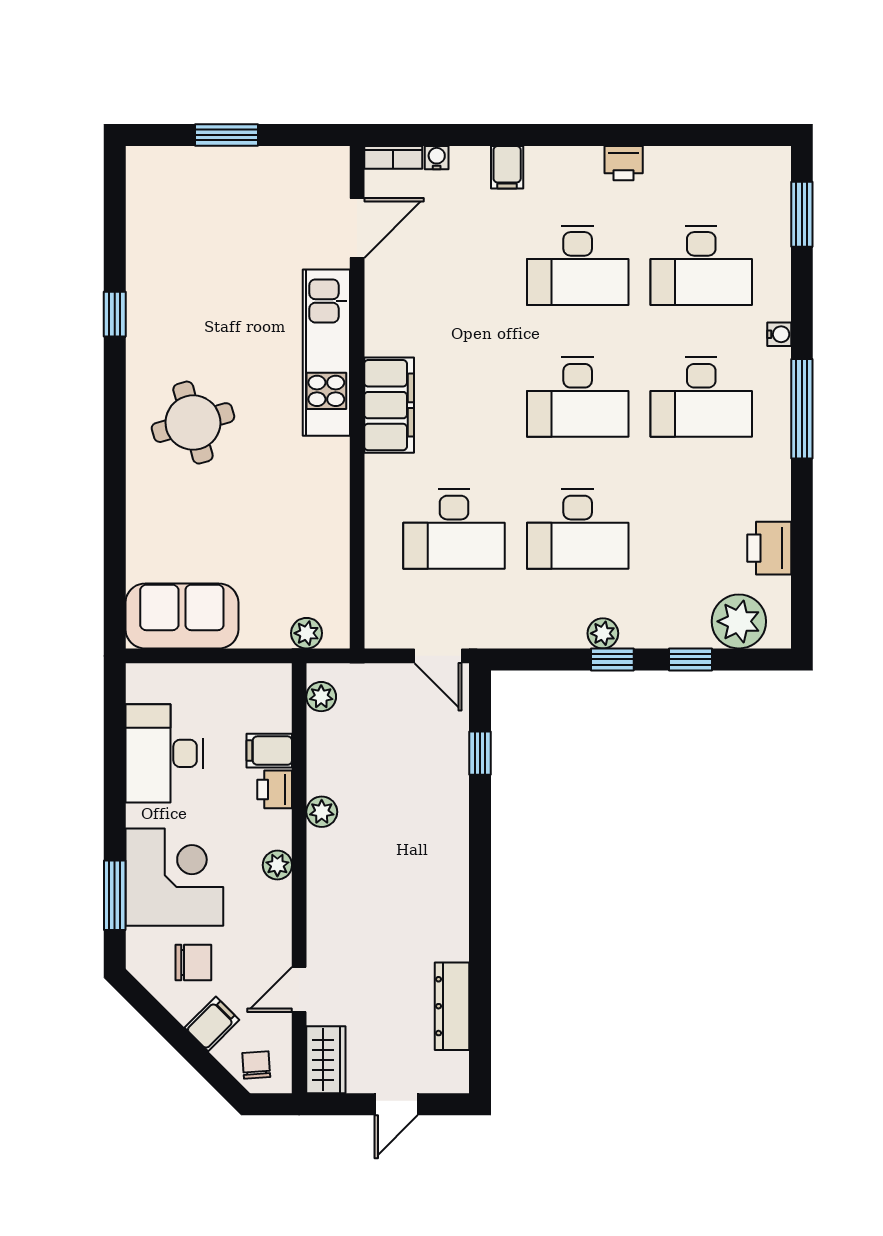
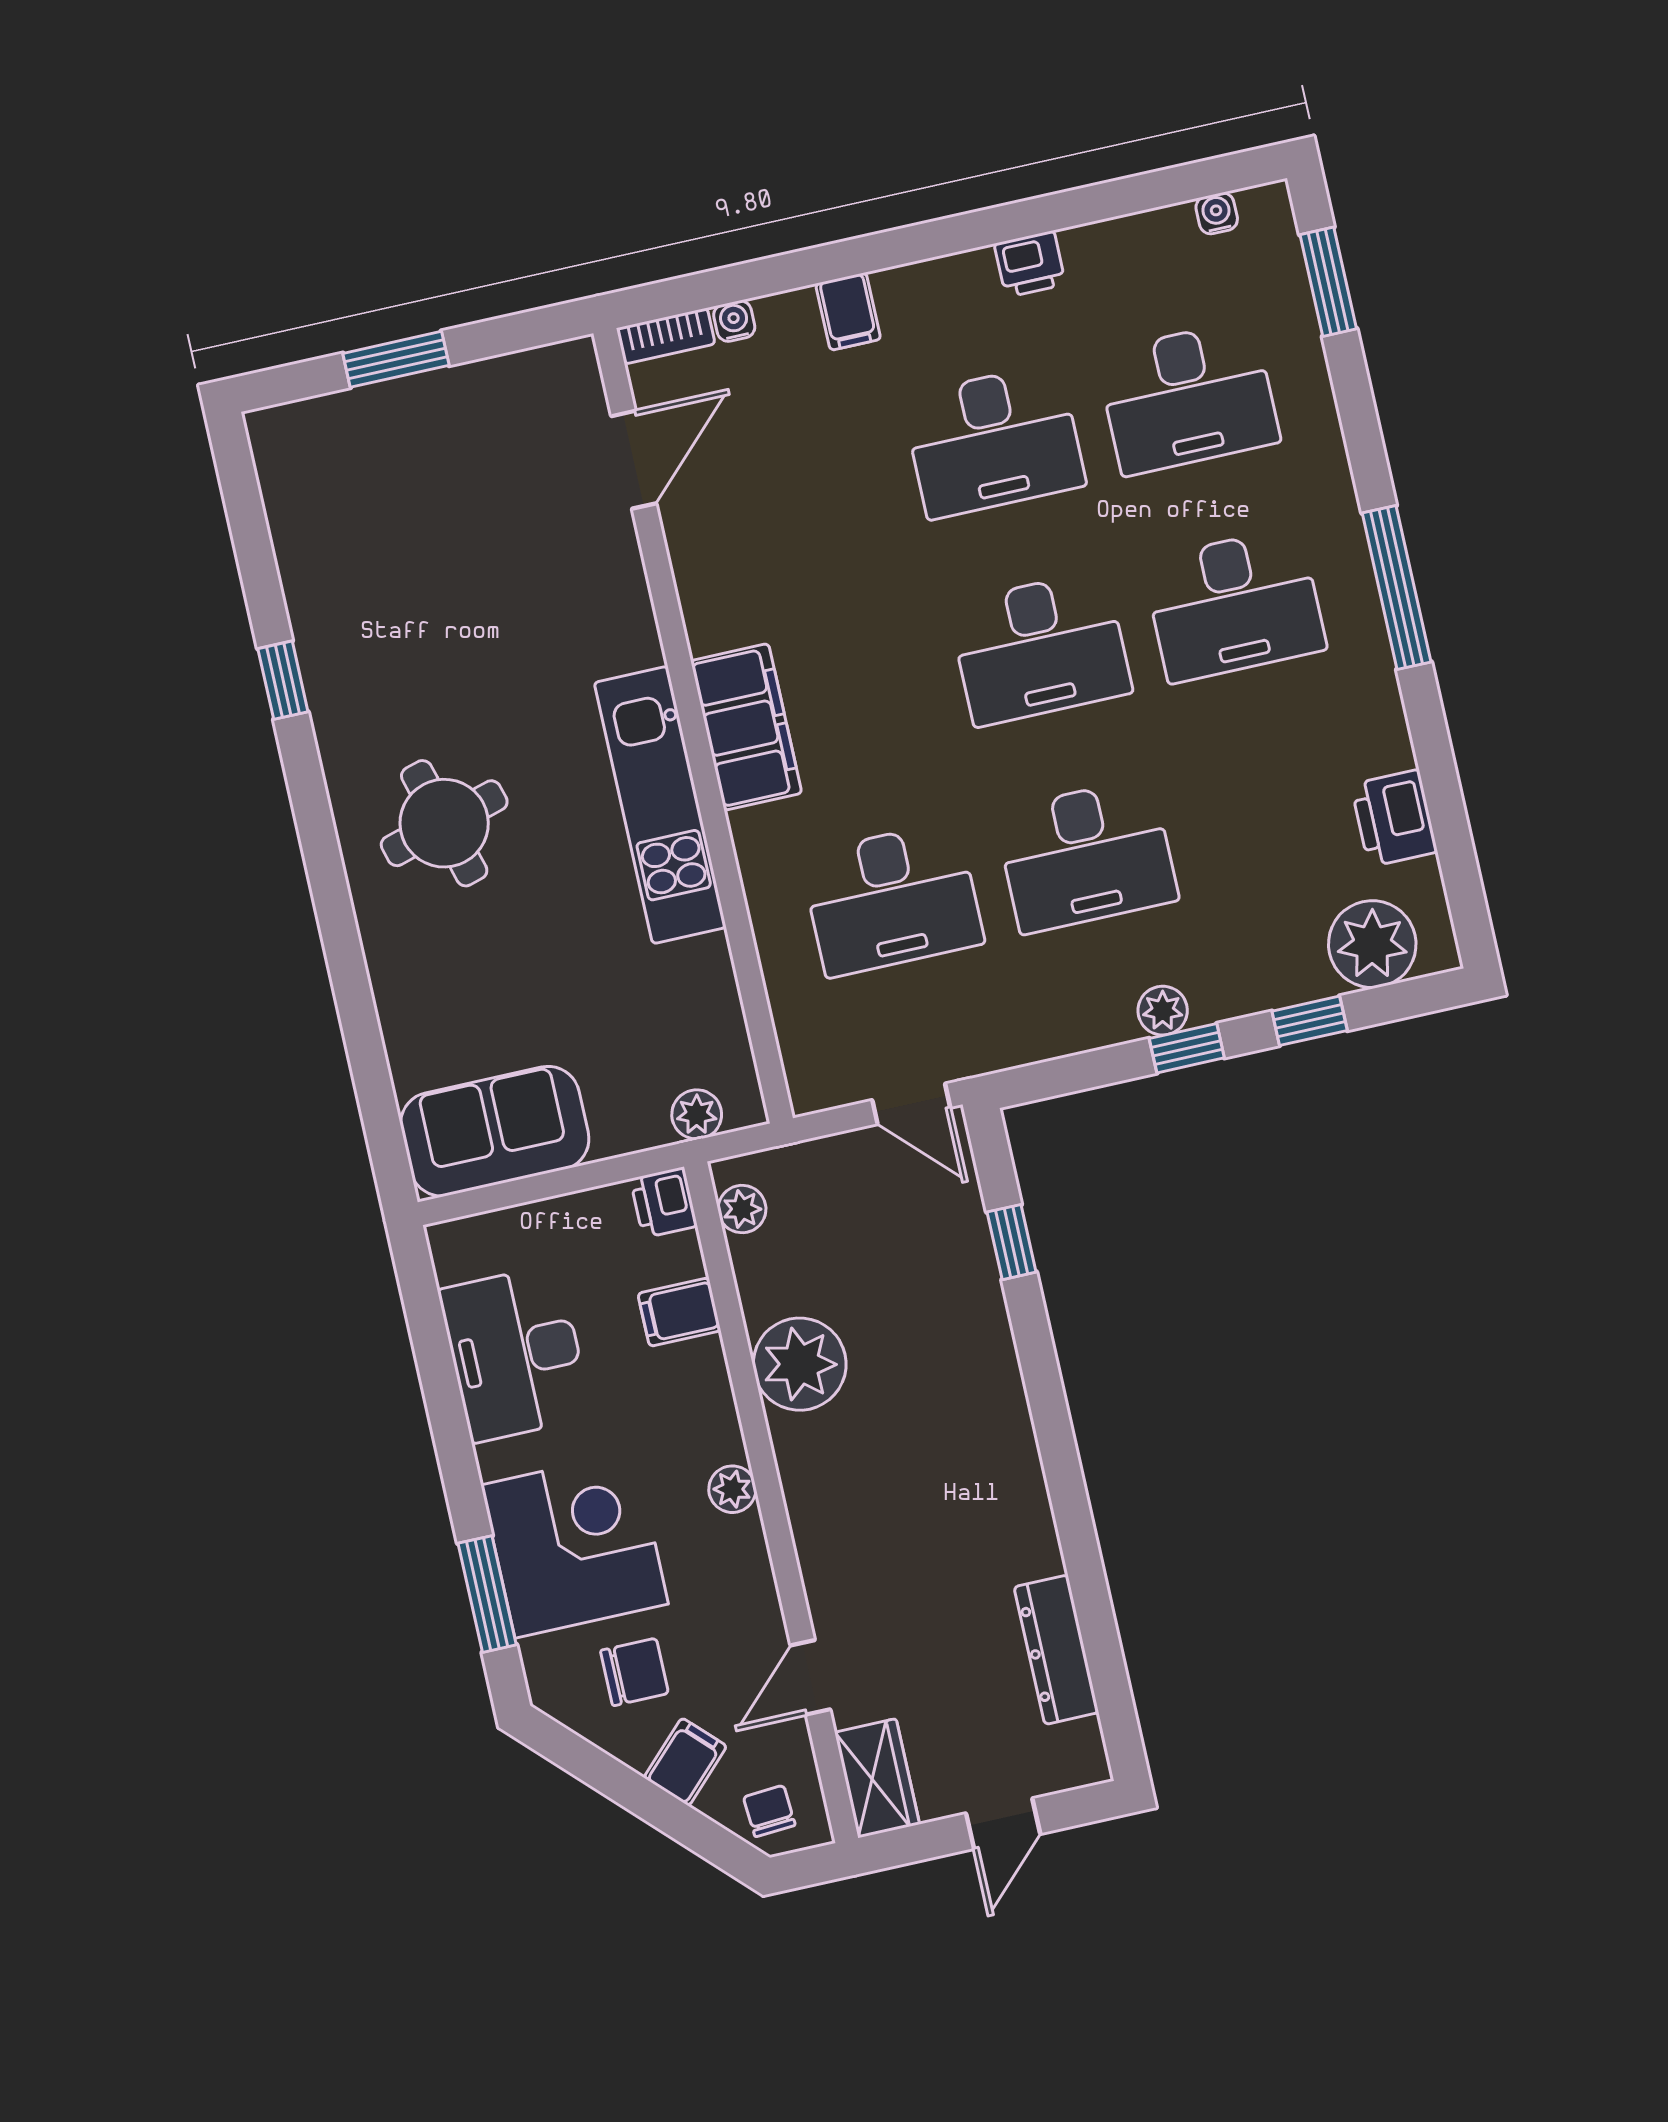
water cooler: (779, 334) -> (1217, 213), moved, turned -90
kitchen unit: (326, 353) -> (660, 805), moved
printer: (275, 789) -> (664, 1202), moved
plant: (322, 812) -> (800, 1364), width x1.87, depth x1.87

